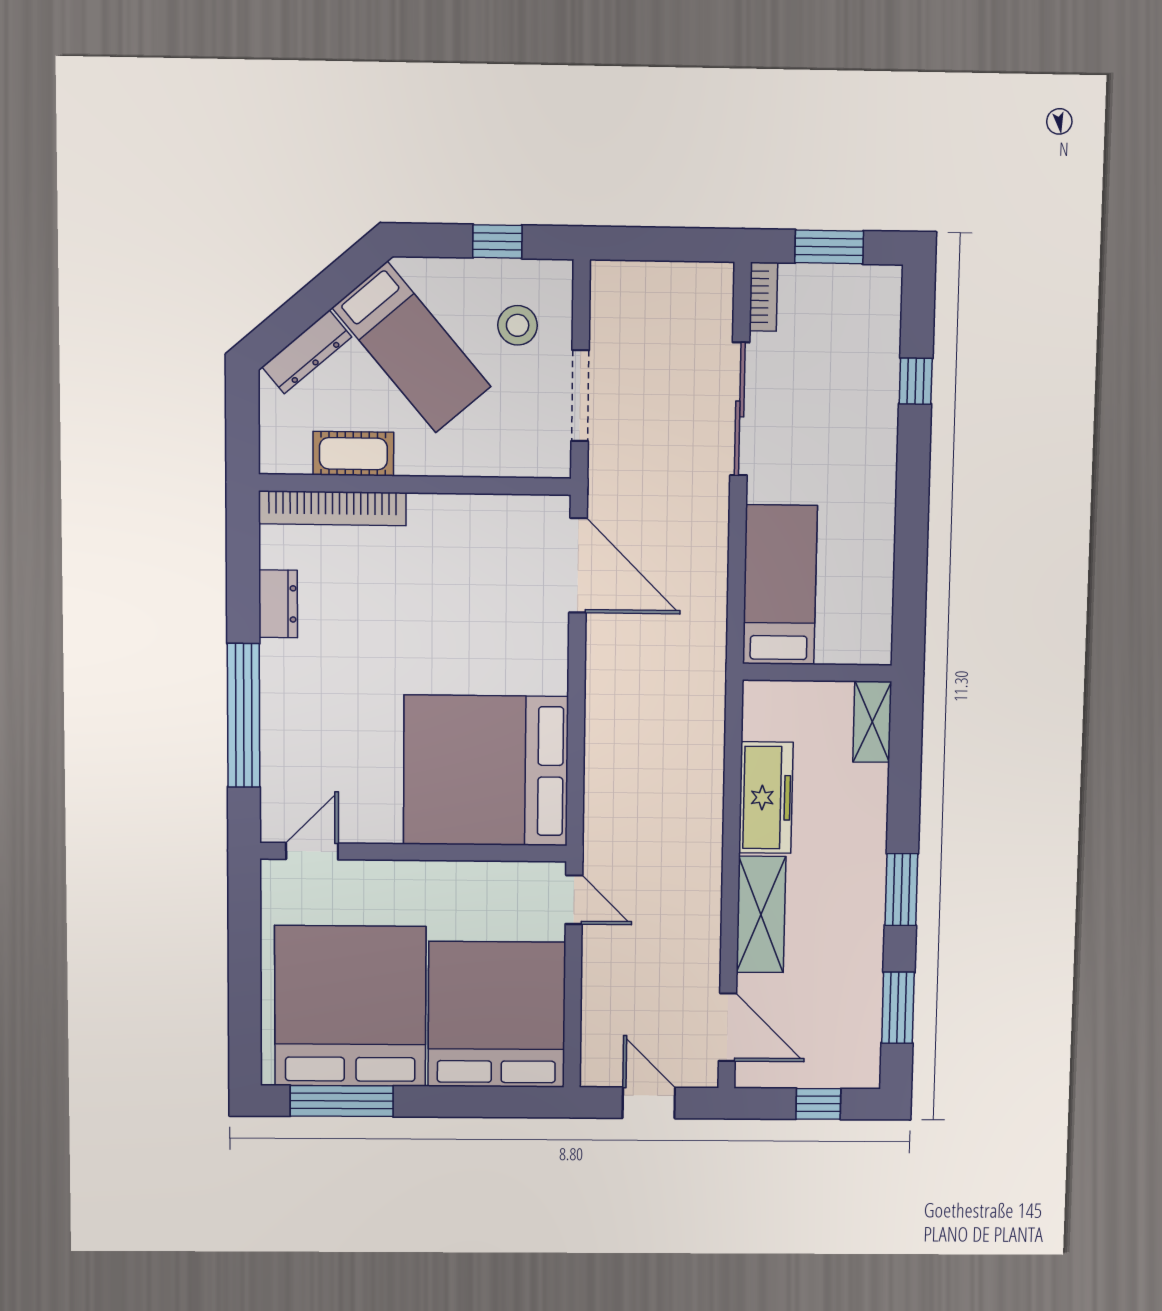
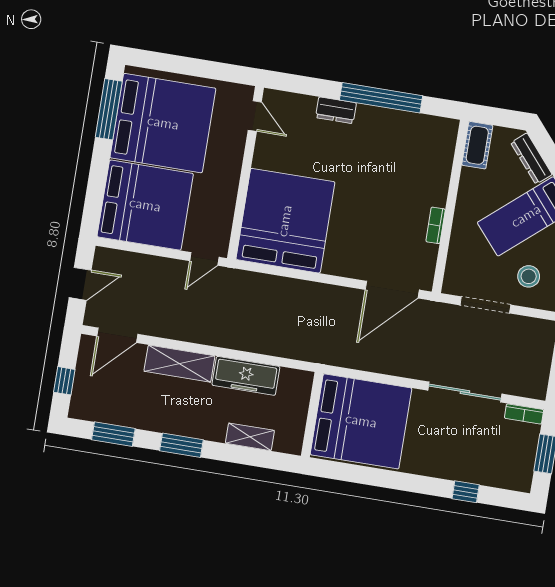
cot: (353, 454) -> (477, 145), moved
bookcase: (332, 508) -> (436, 225), moved, width x0.43, depth x0.76
bed: (780, 585) -> (361, 421), width x2.04
dresser: (278, 604) -> (336, 110), moved
window: (244, 715) -> (381, 98), moved
shelving: (872, 722) -> (250, 437), moved

